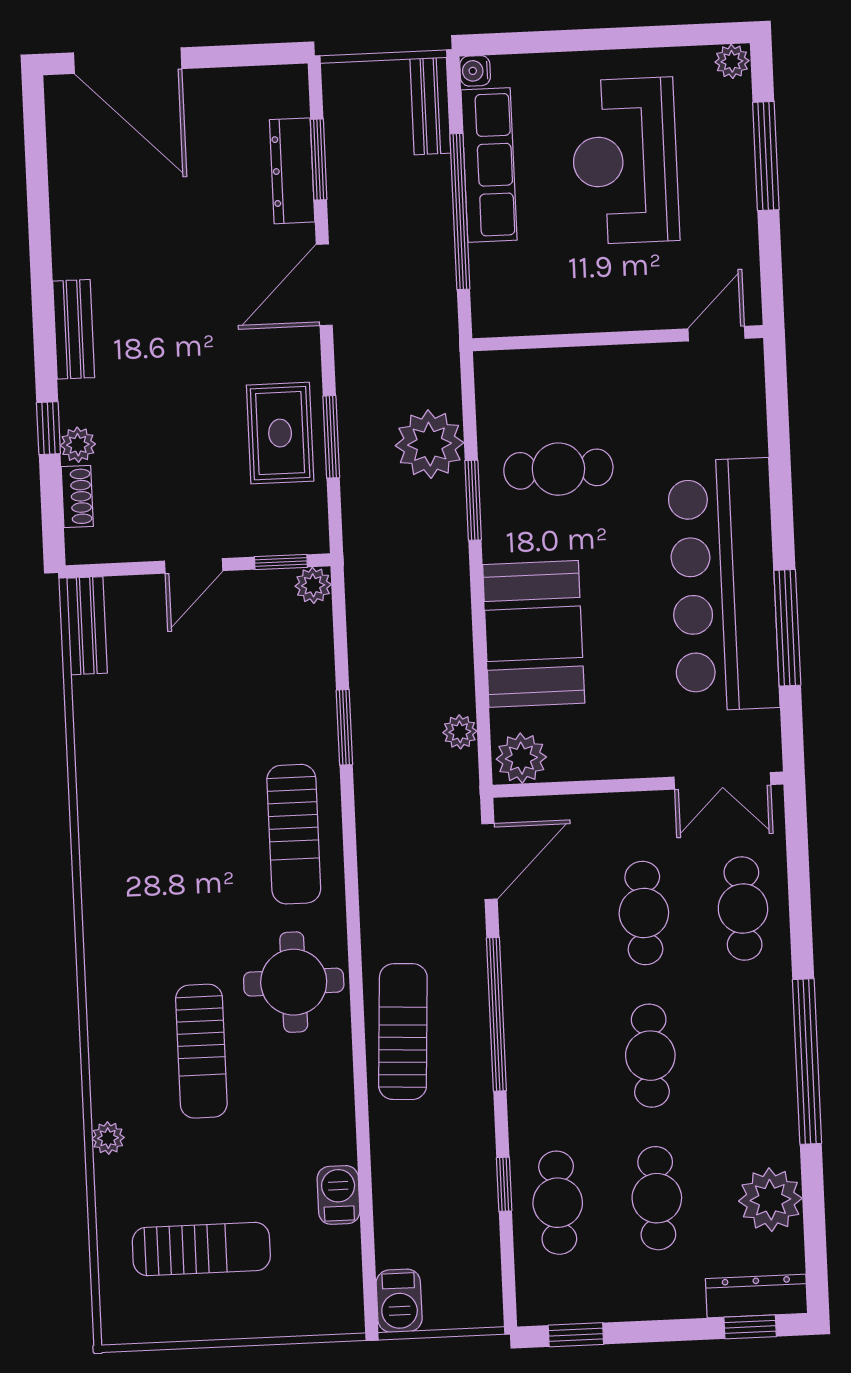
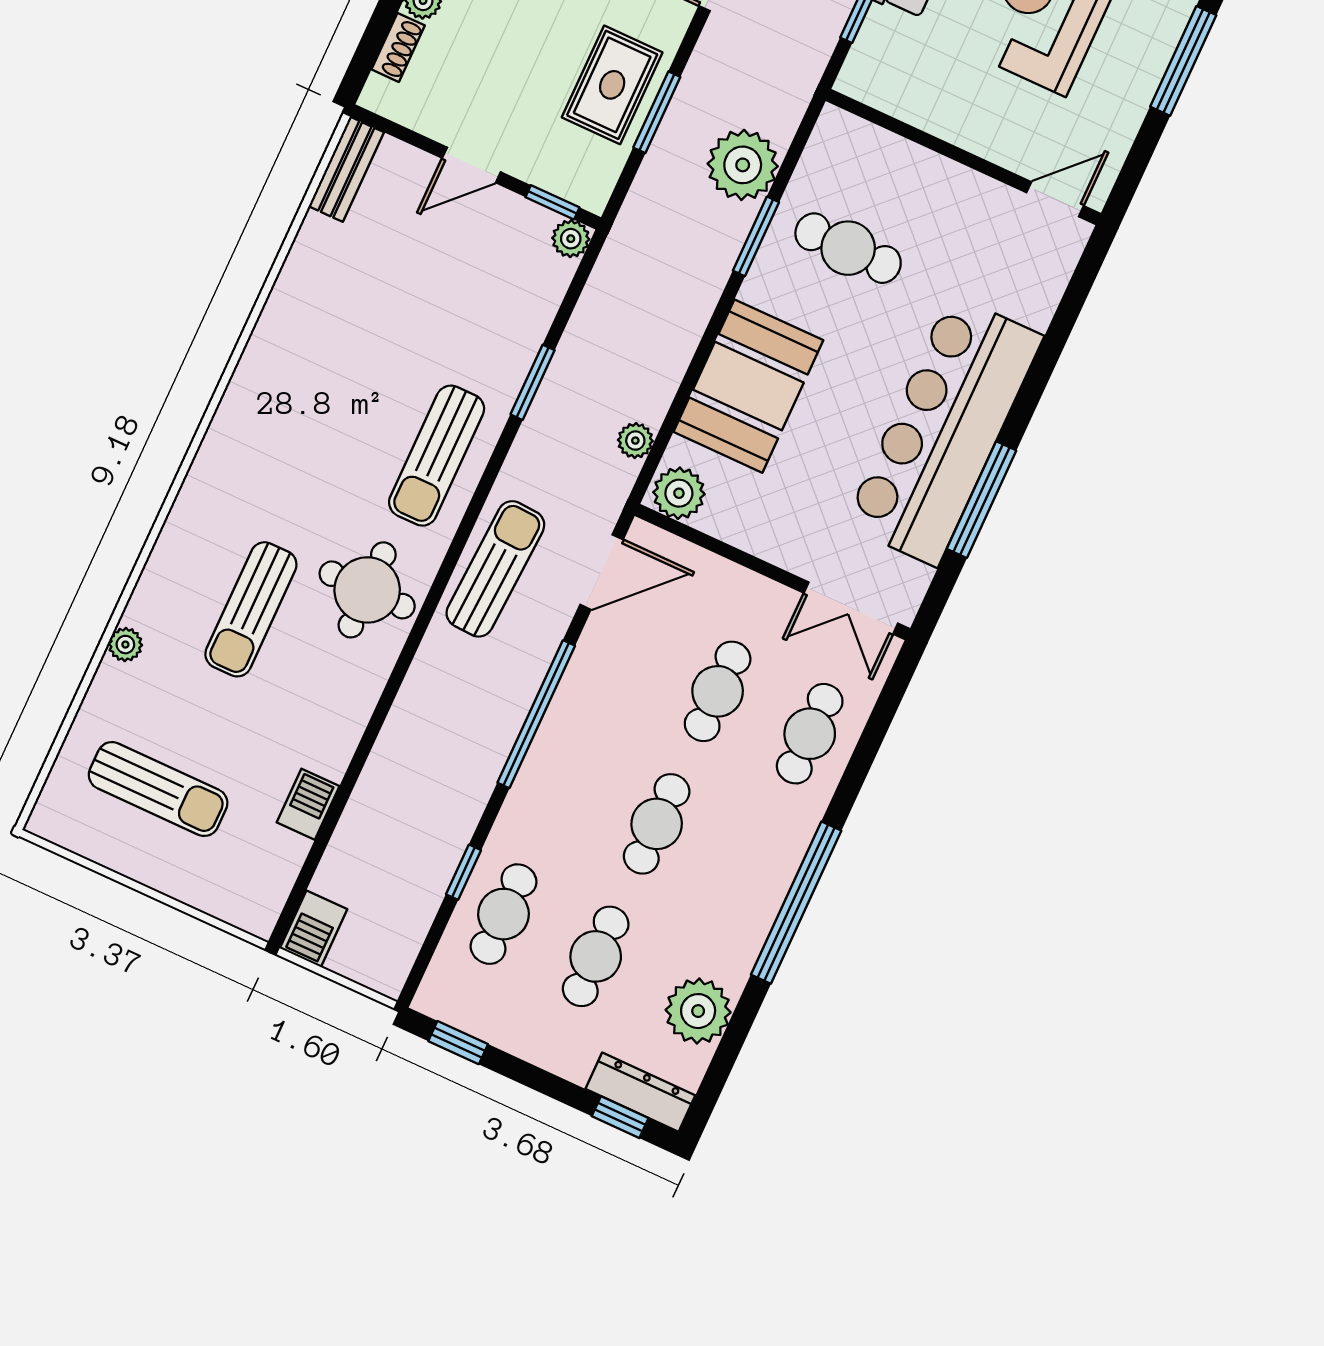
sun lounger: (403, 1032) -> (495, 569), moved

